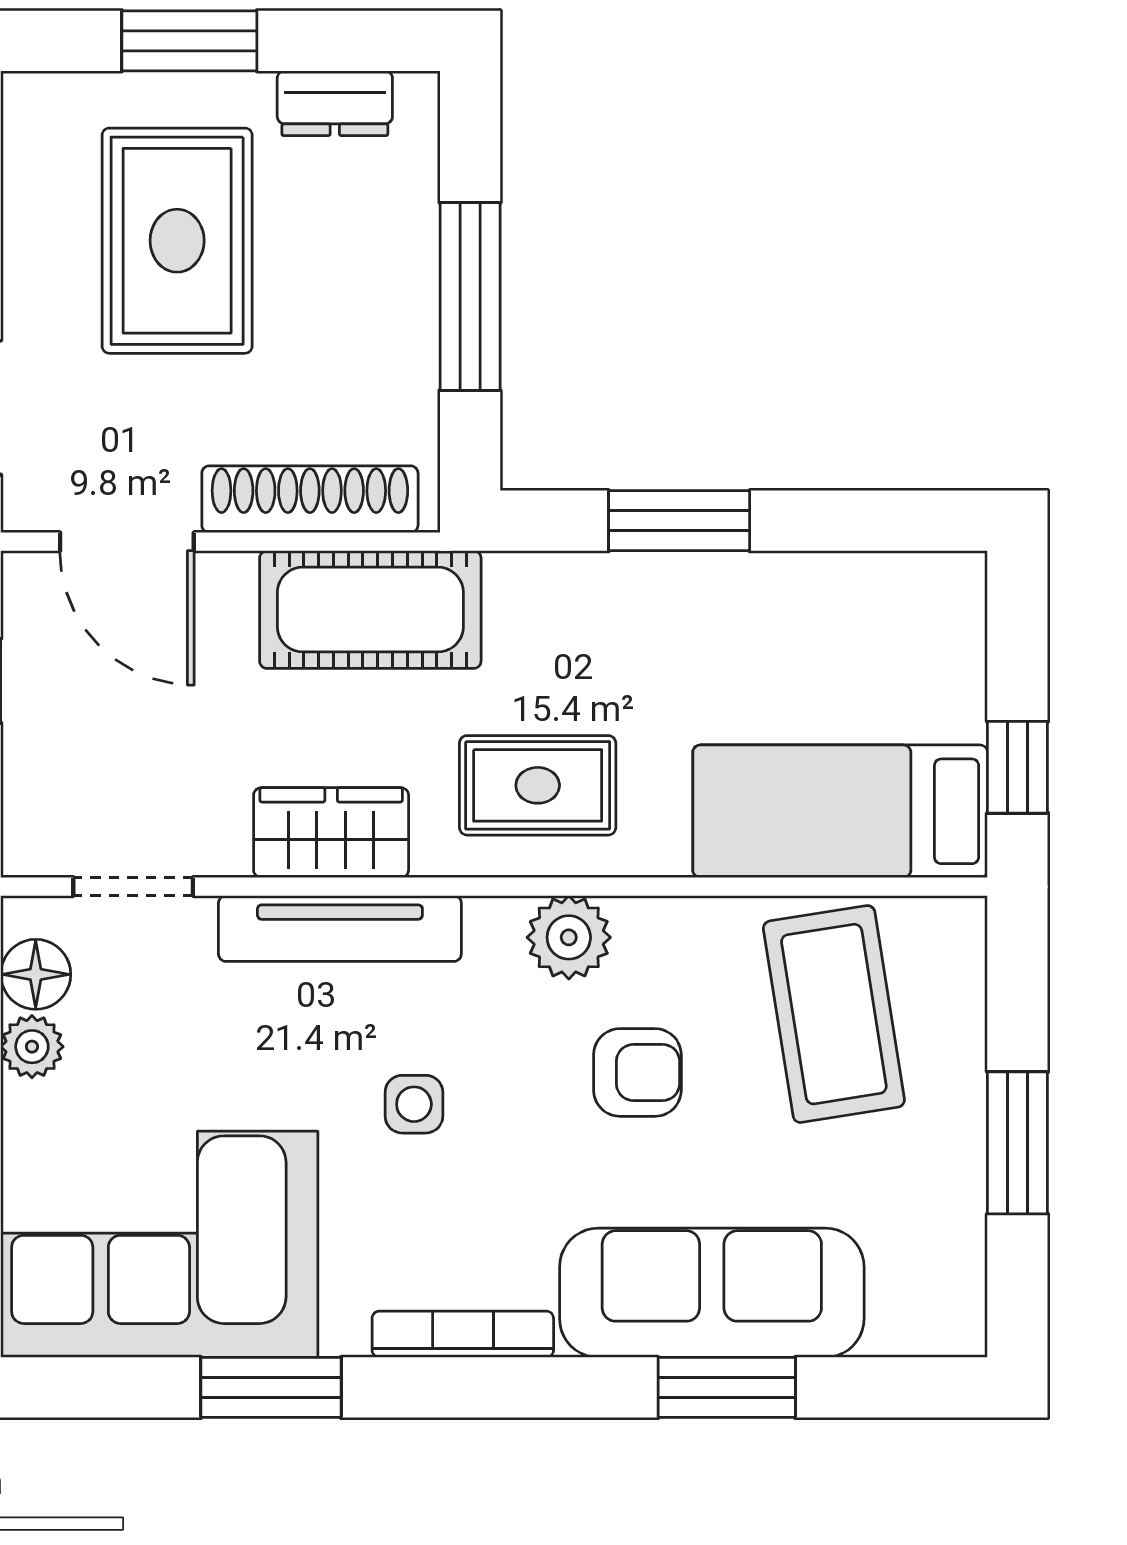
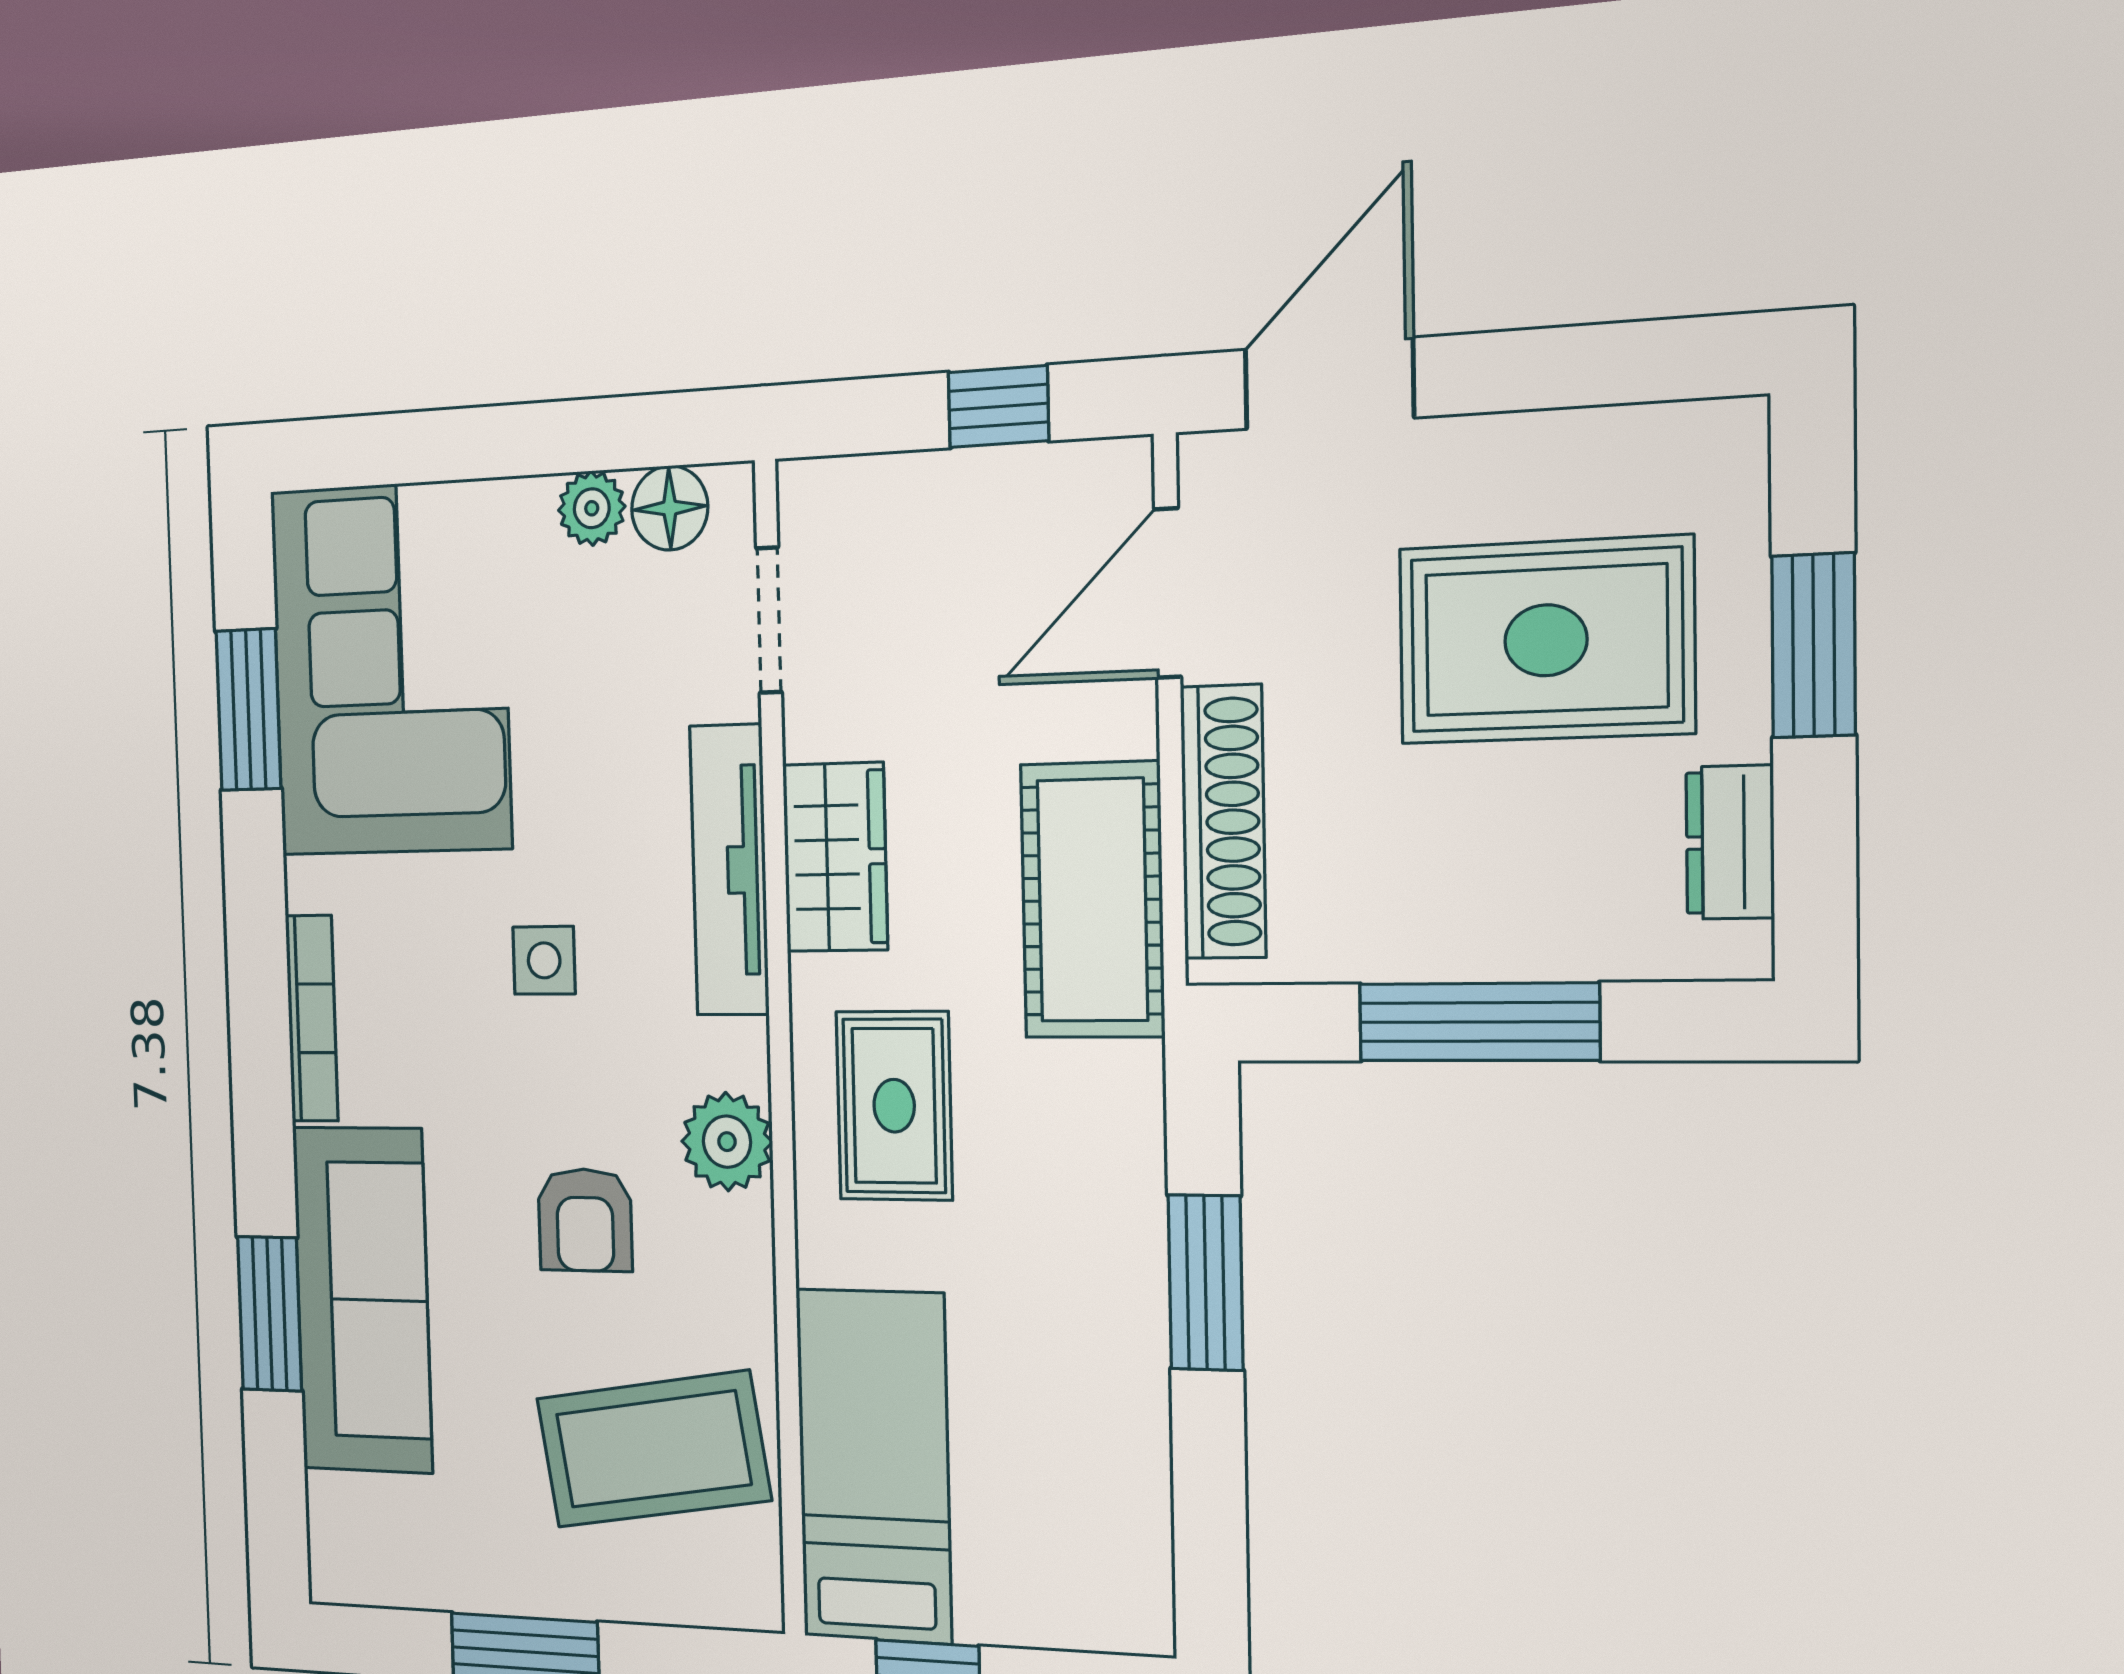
window: (271, 1387) -> (248, 710), moved

